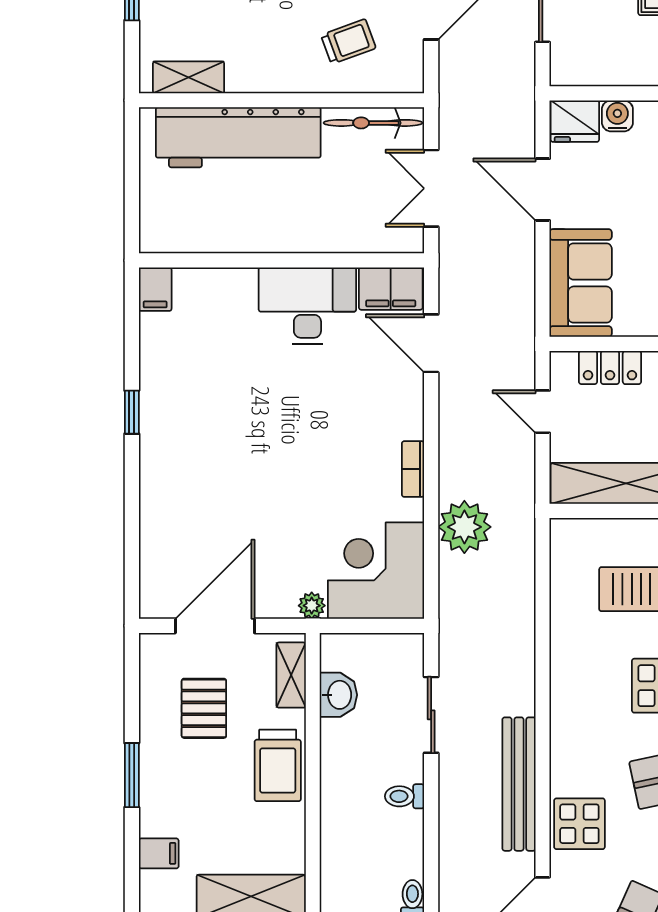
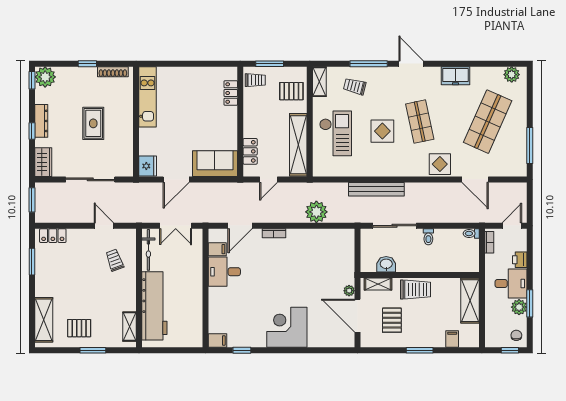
water cooler: (617, 116) -> (145, 148), removed
filing cabinet: (391, 289) -> (217, 249), width x0.50
desk: (307, 306) -> (224, 272), width x0.73
window: (132, 412) -> (242, 350), moved
bookcase: (413, 469) -> (274, 233), moved
corner desk: (376, 571) -> (287, 327), moved, turned 90
plant: (312, 606) -> (349, 291), moved
pallet: (204, 708) -> (392, 320), turned 90
sliding door: (431, 715) -> (395, 226), width x1.37
bench: (519, 784) -> (376, 189), moved

